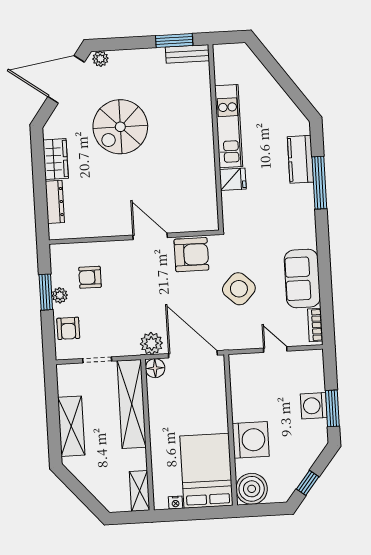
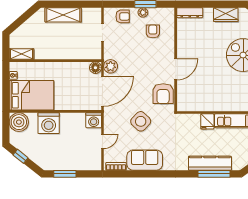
kitchen counter: (300, 159) -> (210, 163), width x1.50
window: (319, 183) -> (214, 174), moved
dresser: (55, 202) -> (190, 13), moved
armchair: (68, 328) -> (123, 16), turned 180
shelving: (132, 404) -> (75, 52), removed
washing machine: (314, 406) -> (94, 120), moved, turned 180

